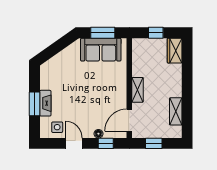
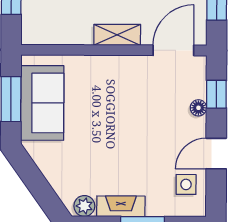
plant: (45, 72) -> (84, 206), added
fireplace: (45, 103) -> (121, 206), moved
door: (129, 120) -> (173, 50), swing flipped

